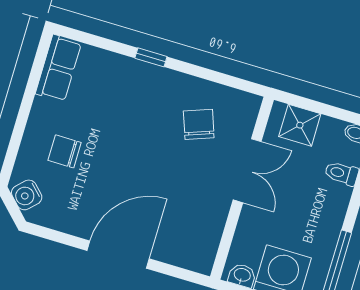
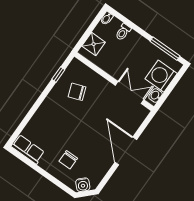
window: (151, 57) -> (58, 74), moved
double door: (247, 171) -> (130, 93), moved

